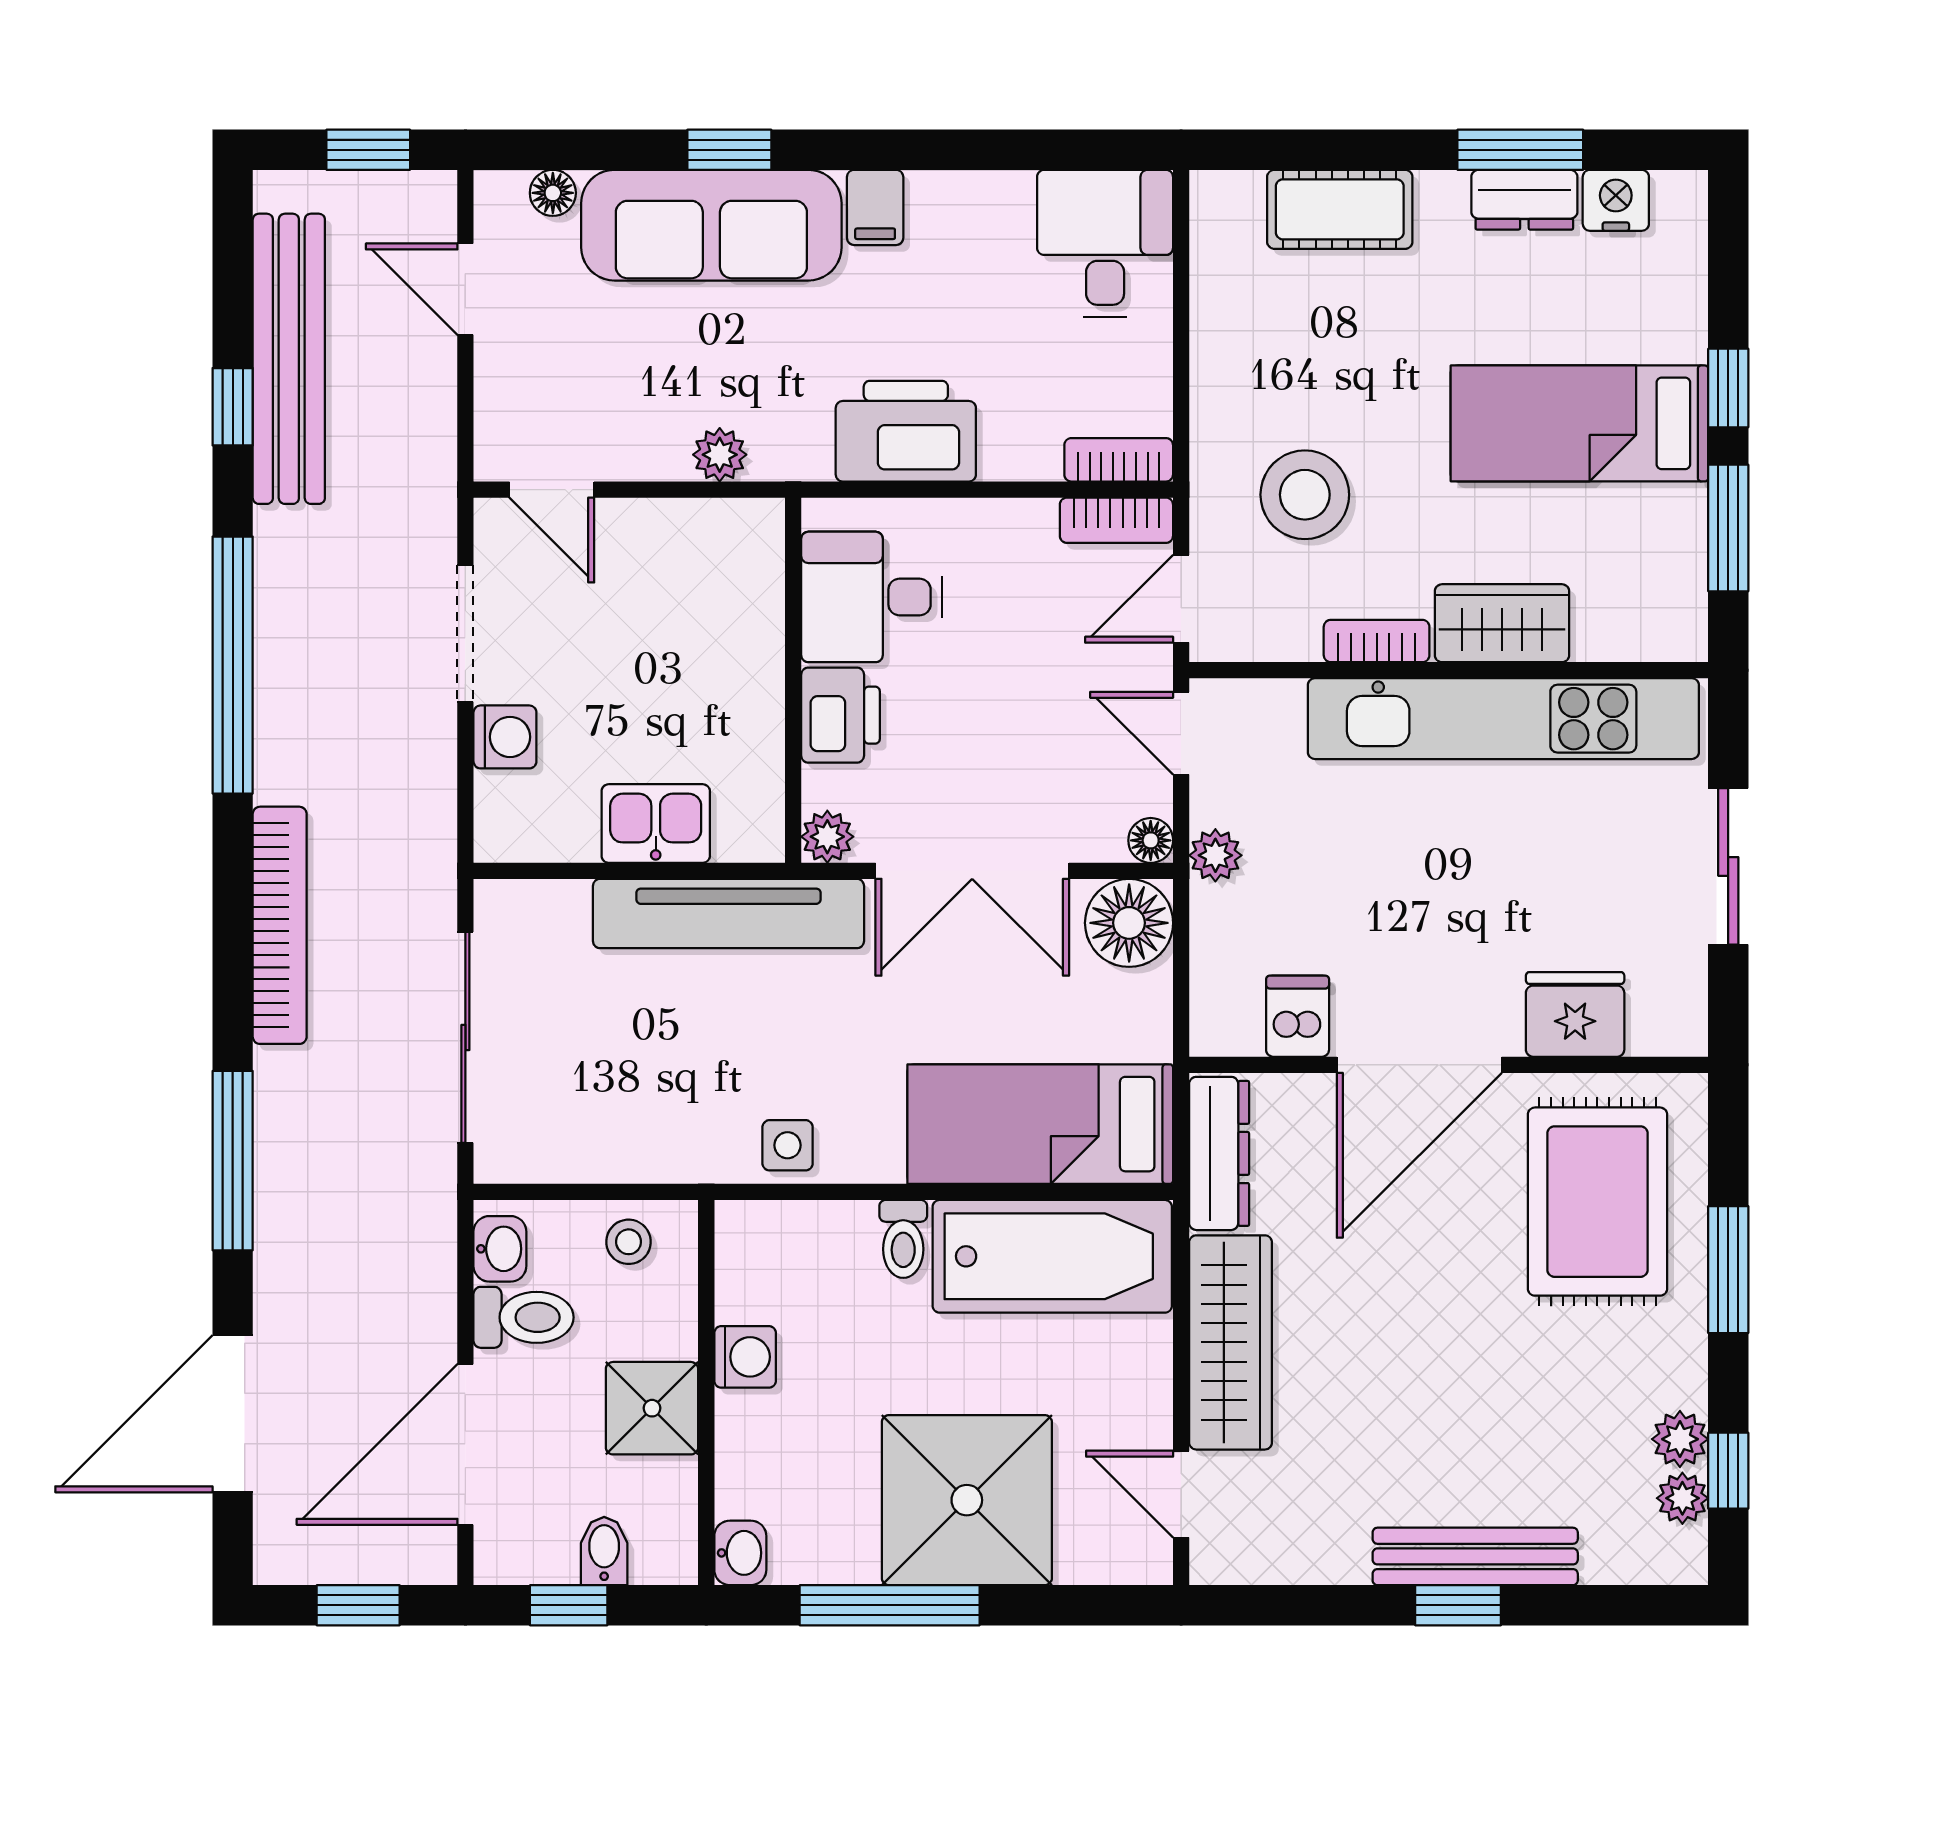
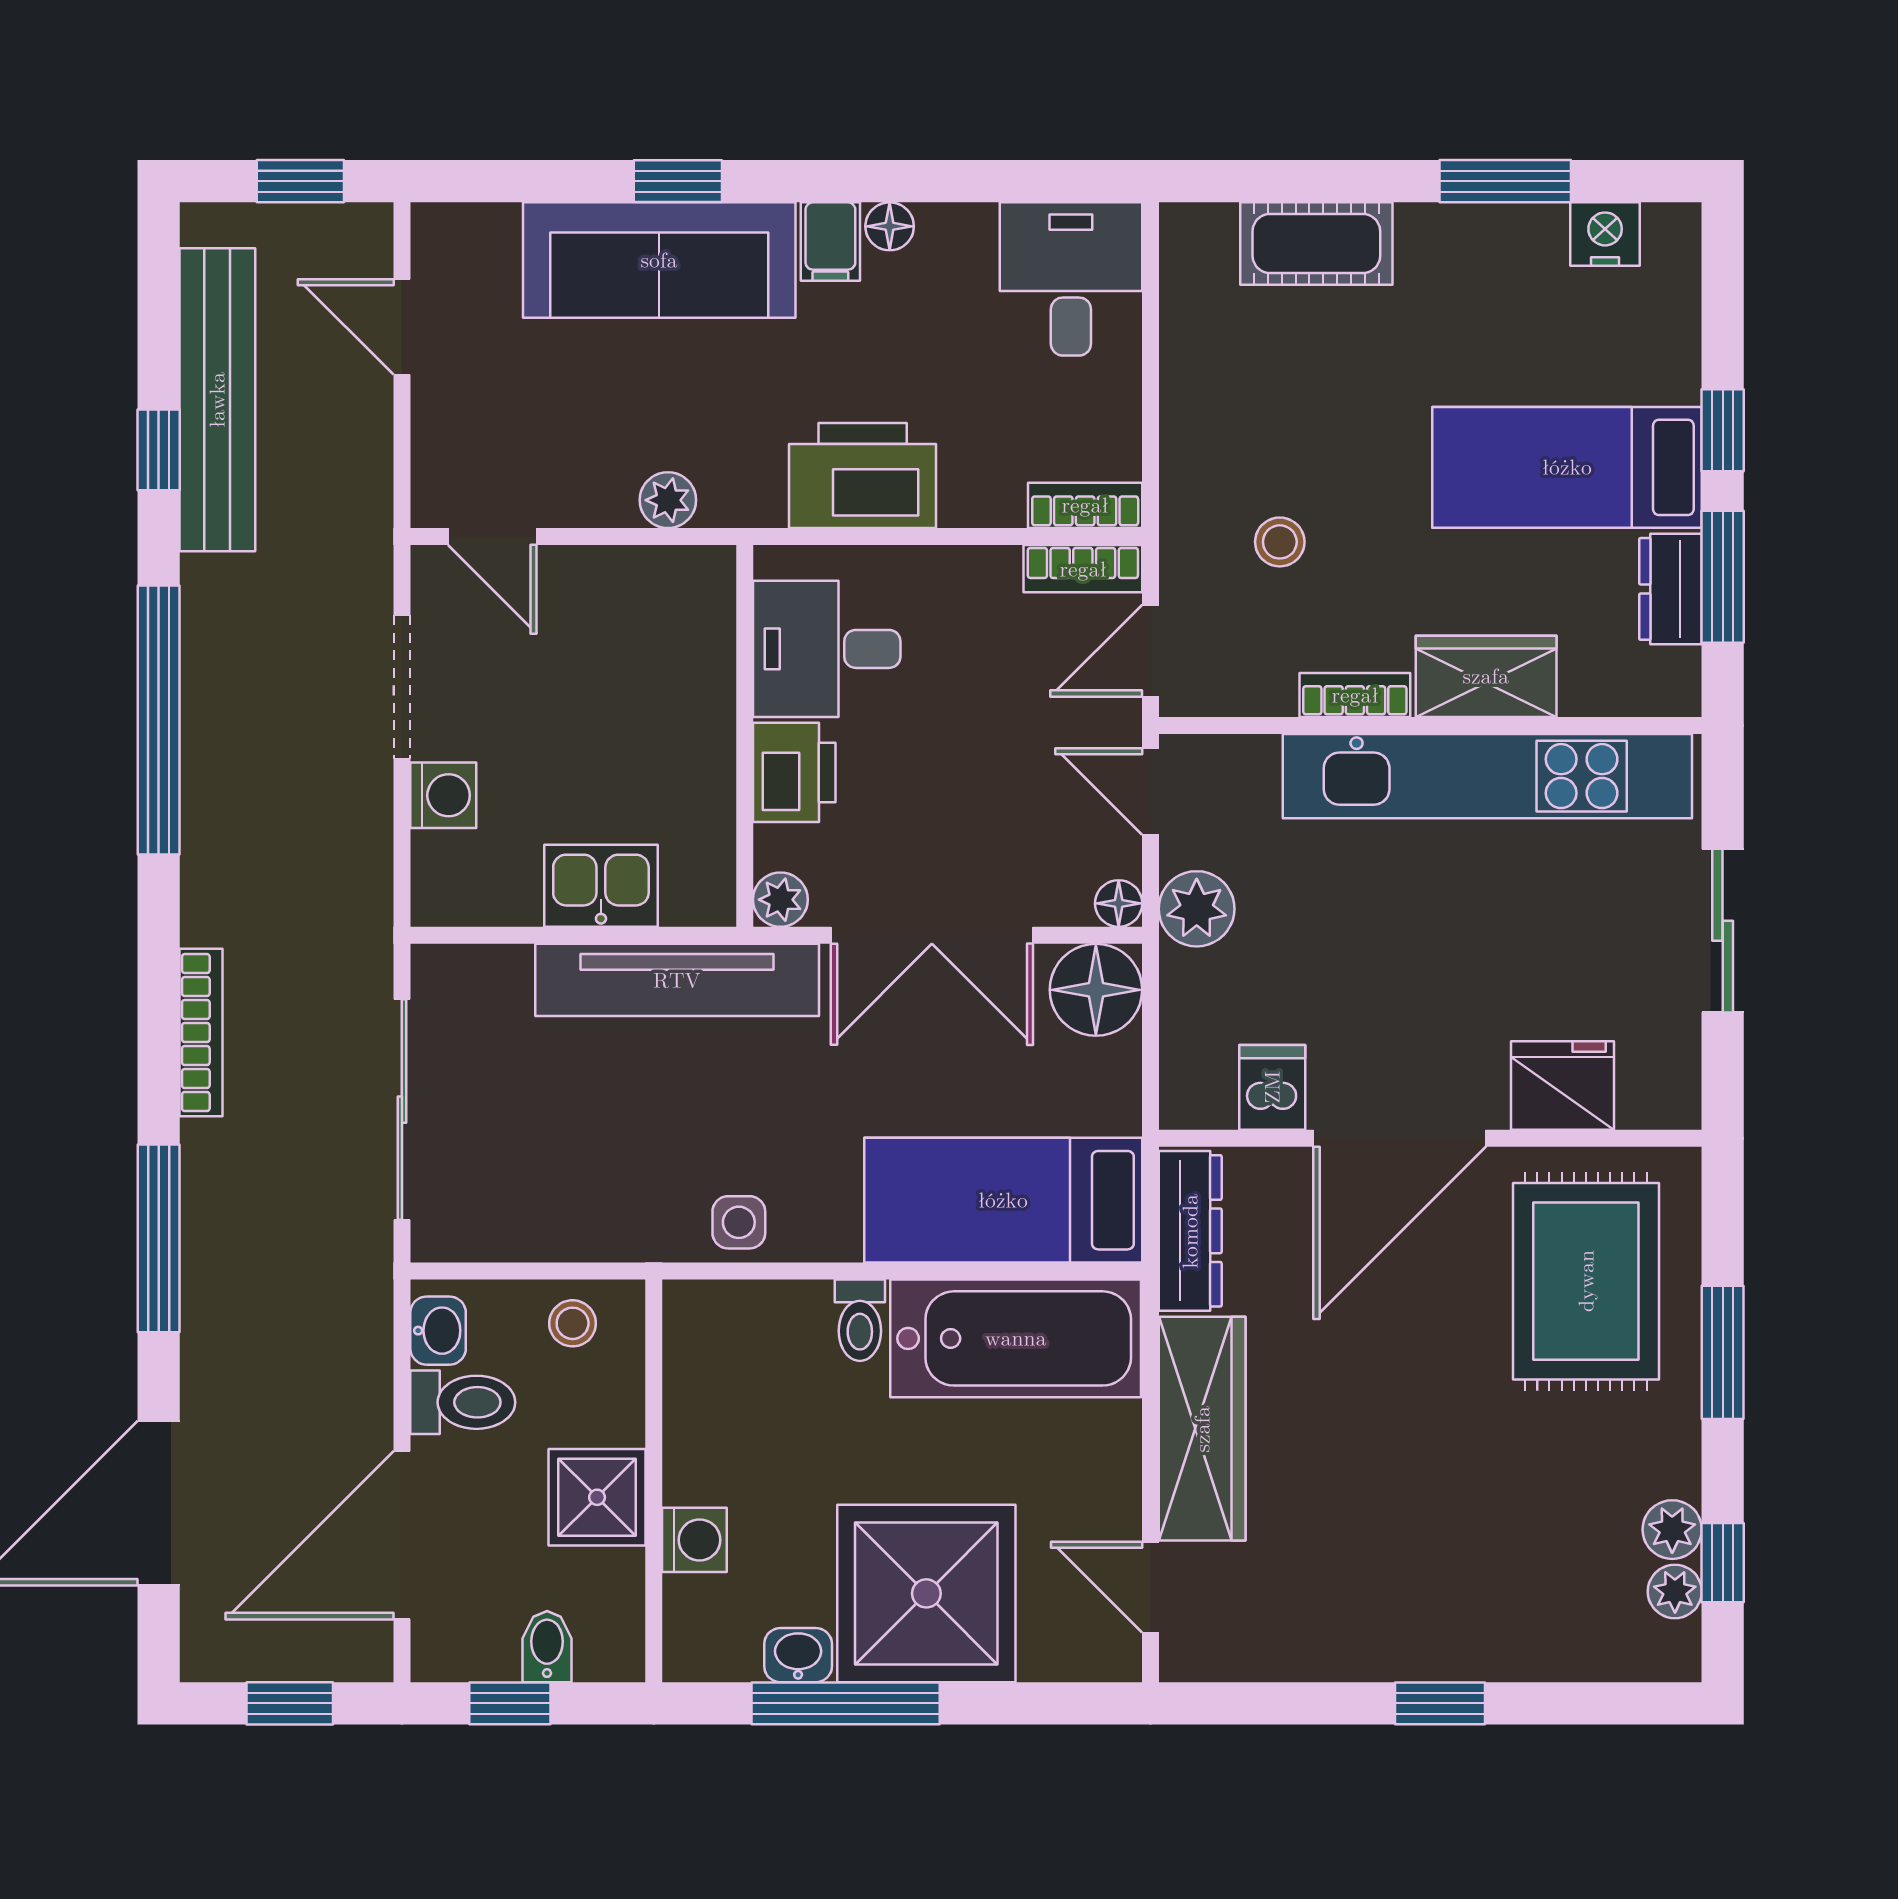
floor lamp: (553, 193) -> (890, 226), moved
dresser: (1524, 200) -> (1670, 589), moved, turned 90
stool: (1305, 495) -> (1280, 542), width x0.53, depth x0.53
plant: (1215, 855) -> (1197, 909), width x1.38, depth x1.38
bookcase: (280, 925) -> (201, 1033), width x0.68, depth x0.76
washing machine: (745, 1357) -> (694, 1540), moved
washbasin: (740, 1553) -> (798, 1655), moved, turned -90
bench: (1475, 1556) -> (1458, 1652), removed

